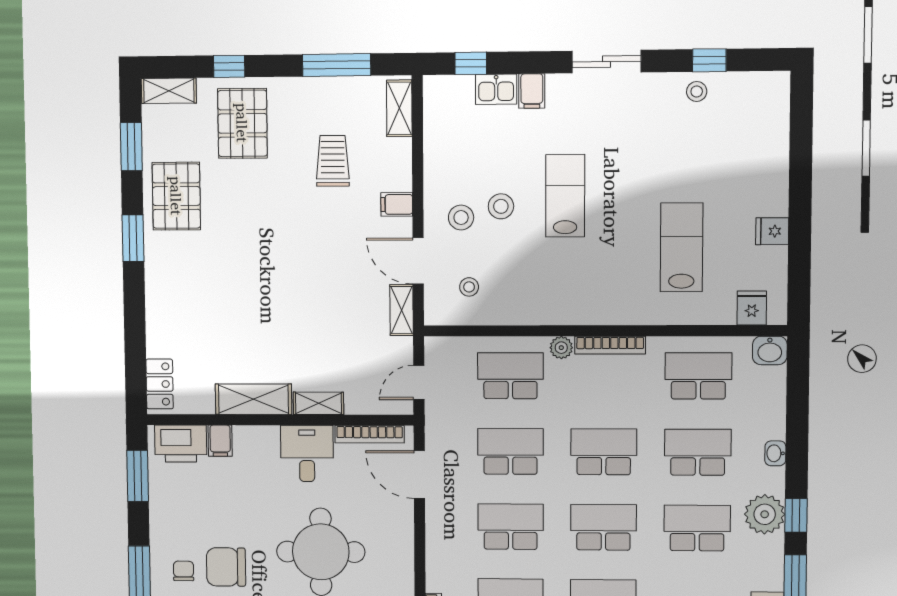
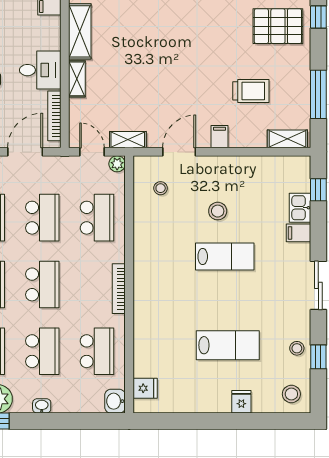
stool: (461, 218) -> (291, 394), moved
fridge: (772, 231) -> (241, 402), moved
lab bench: (682, 247) -> (228, 345), moved
shelving: (402, 310) -> (128, 140), moved
plant: (561, 348) -> (117, 164), moved

